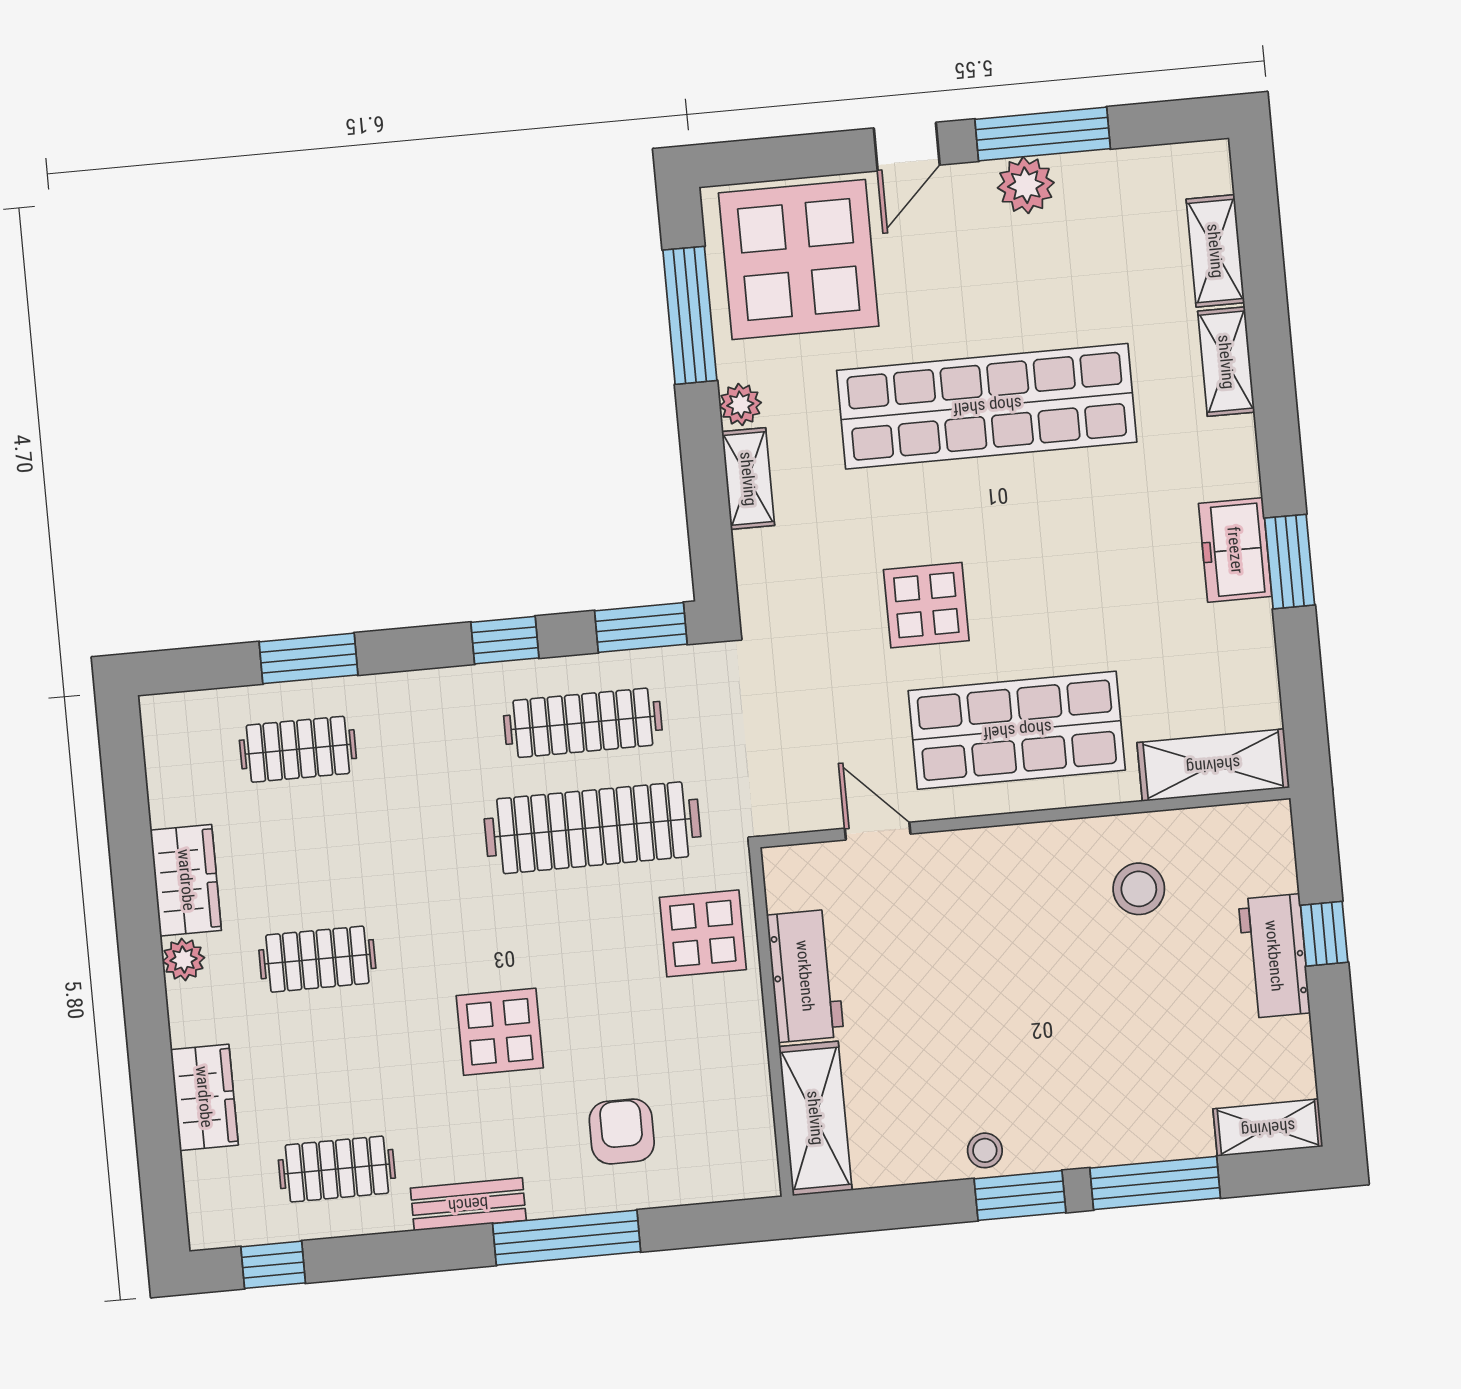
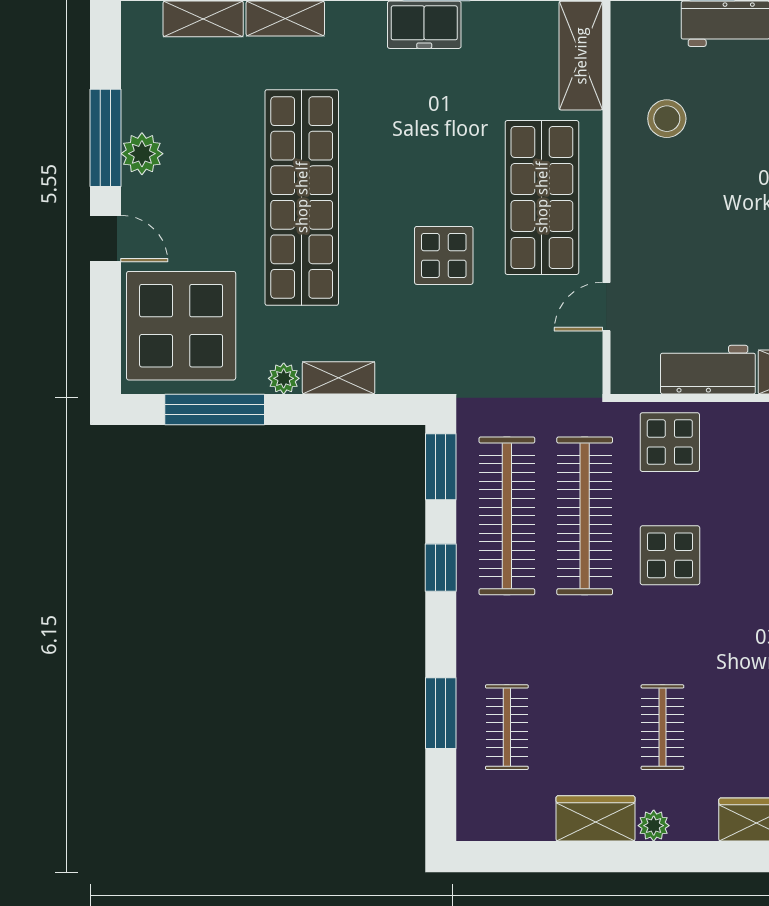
clothes rail: (583, 723) -> (507, 516), width x1.37, depth x1.31
display table: (500, 1032) -> (670, 555), moved

